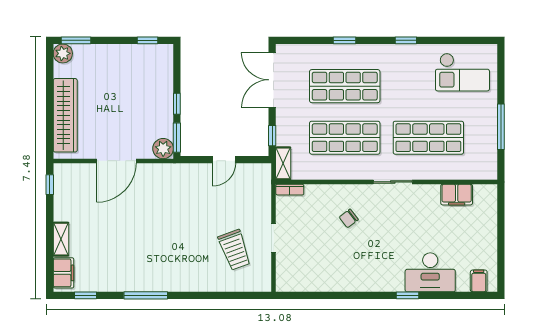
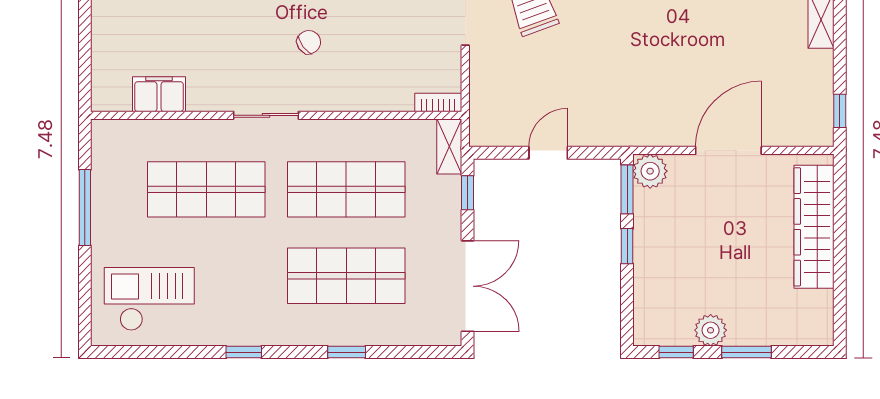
window: (76, 40) -> (747, 352), moved
plant: (63, 53) -> (711, 330), moved
chair: (349, 218) -> (309, 42), moved

